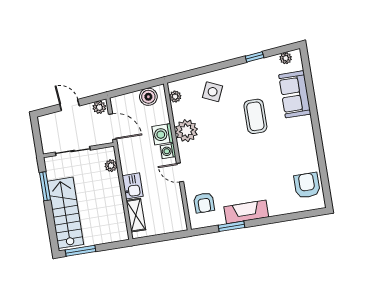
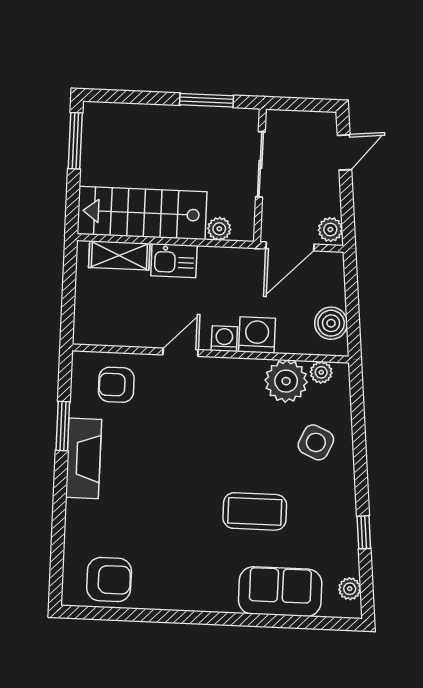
door: (70, 105) -> (344, 152), moved
plant: (186, 131) -> (286, 381), moved
stairs: (66, 213) -> (142, 213), moved, turned 180

